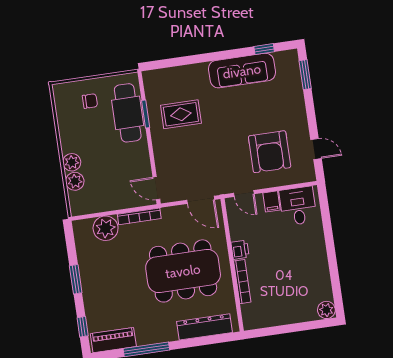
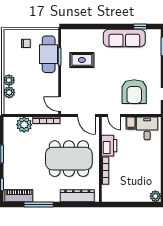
printer: (240, 250) -> (109, 146), width x1.87, depth x1.48

